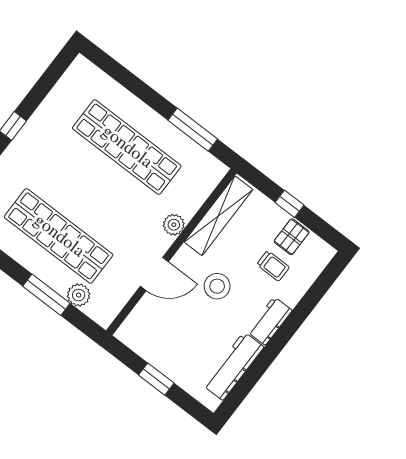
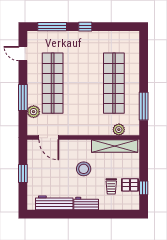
window: (289, 204) -> (144, 188), moved
plant: (174, 225) -> (119, 130), moved
door: (154, 274) -> (49, 138), moved

